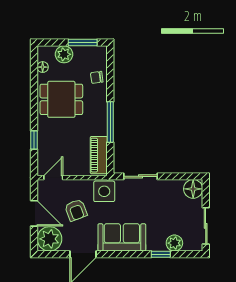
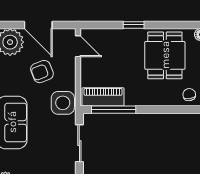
window: (110, 122) -> (114, 110), moved
window: (34, 140) -> (134, 25), moved
door: (34, 213) -> (38, 25), hinge flipped

